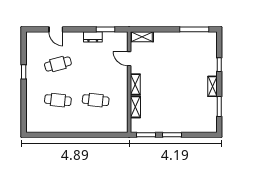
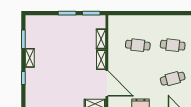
door: (129, 59) -> (107, 84), width x1.88

